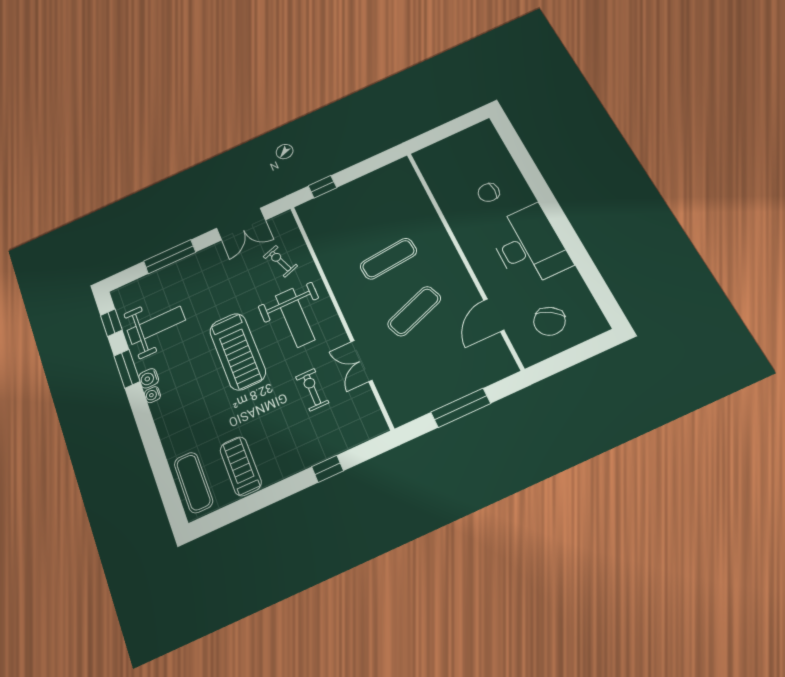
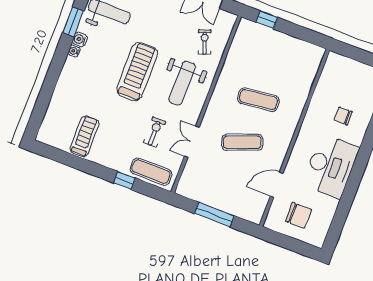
chair: (549, 321) -> (298, 215), turned -123
treadmill: (238, 351) -> (137, 72), turned 180
exercise mat: (193, 482) -> (151, 172), moved, turned 90

